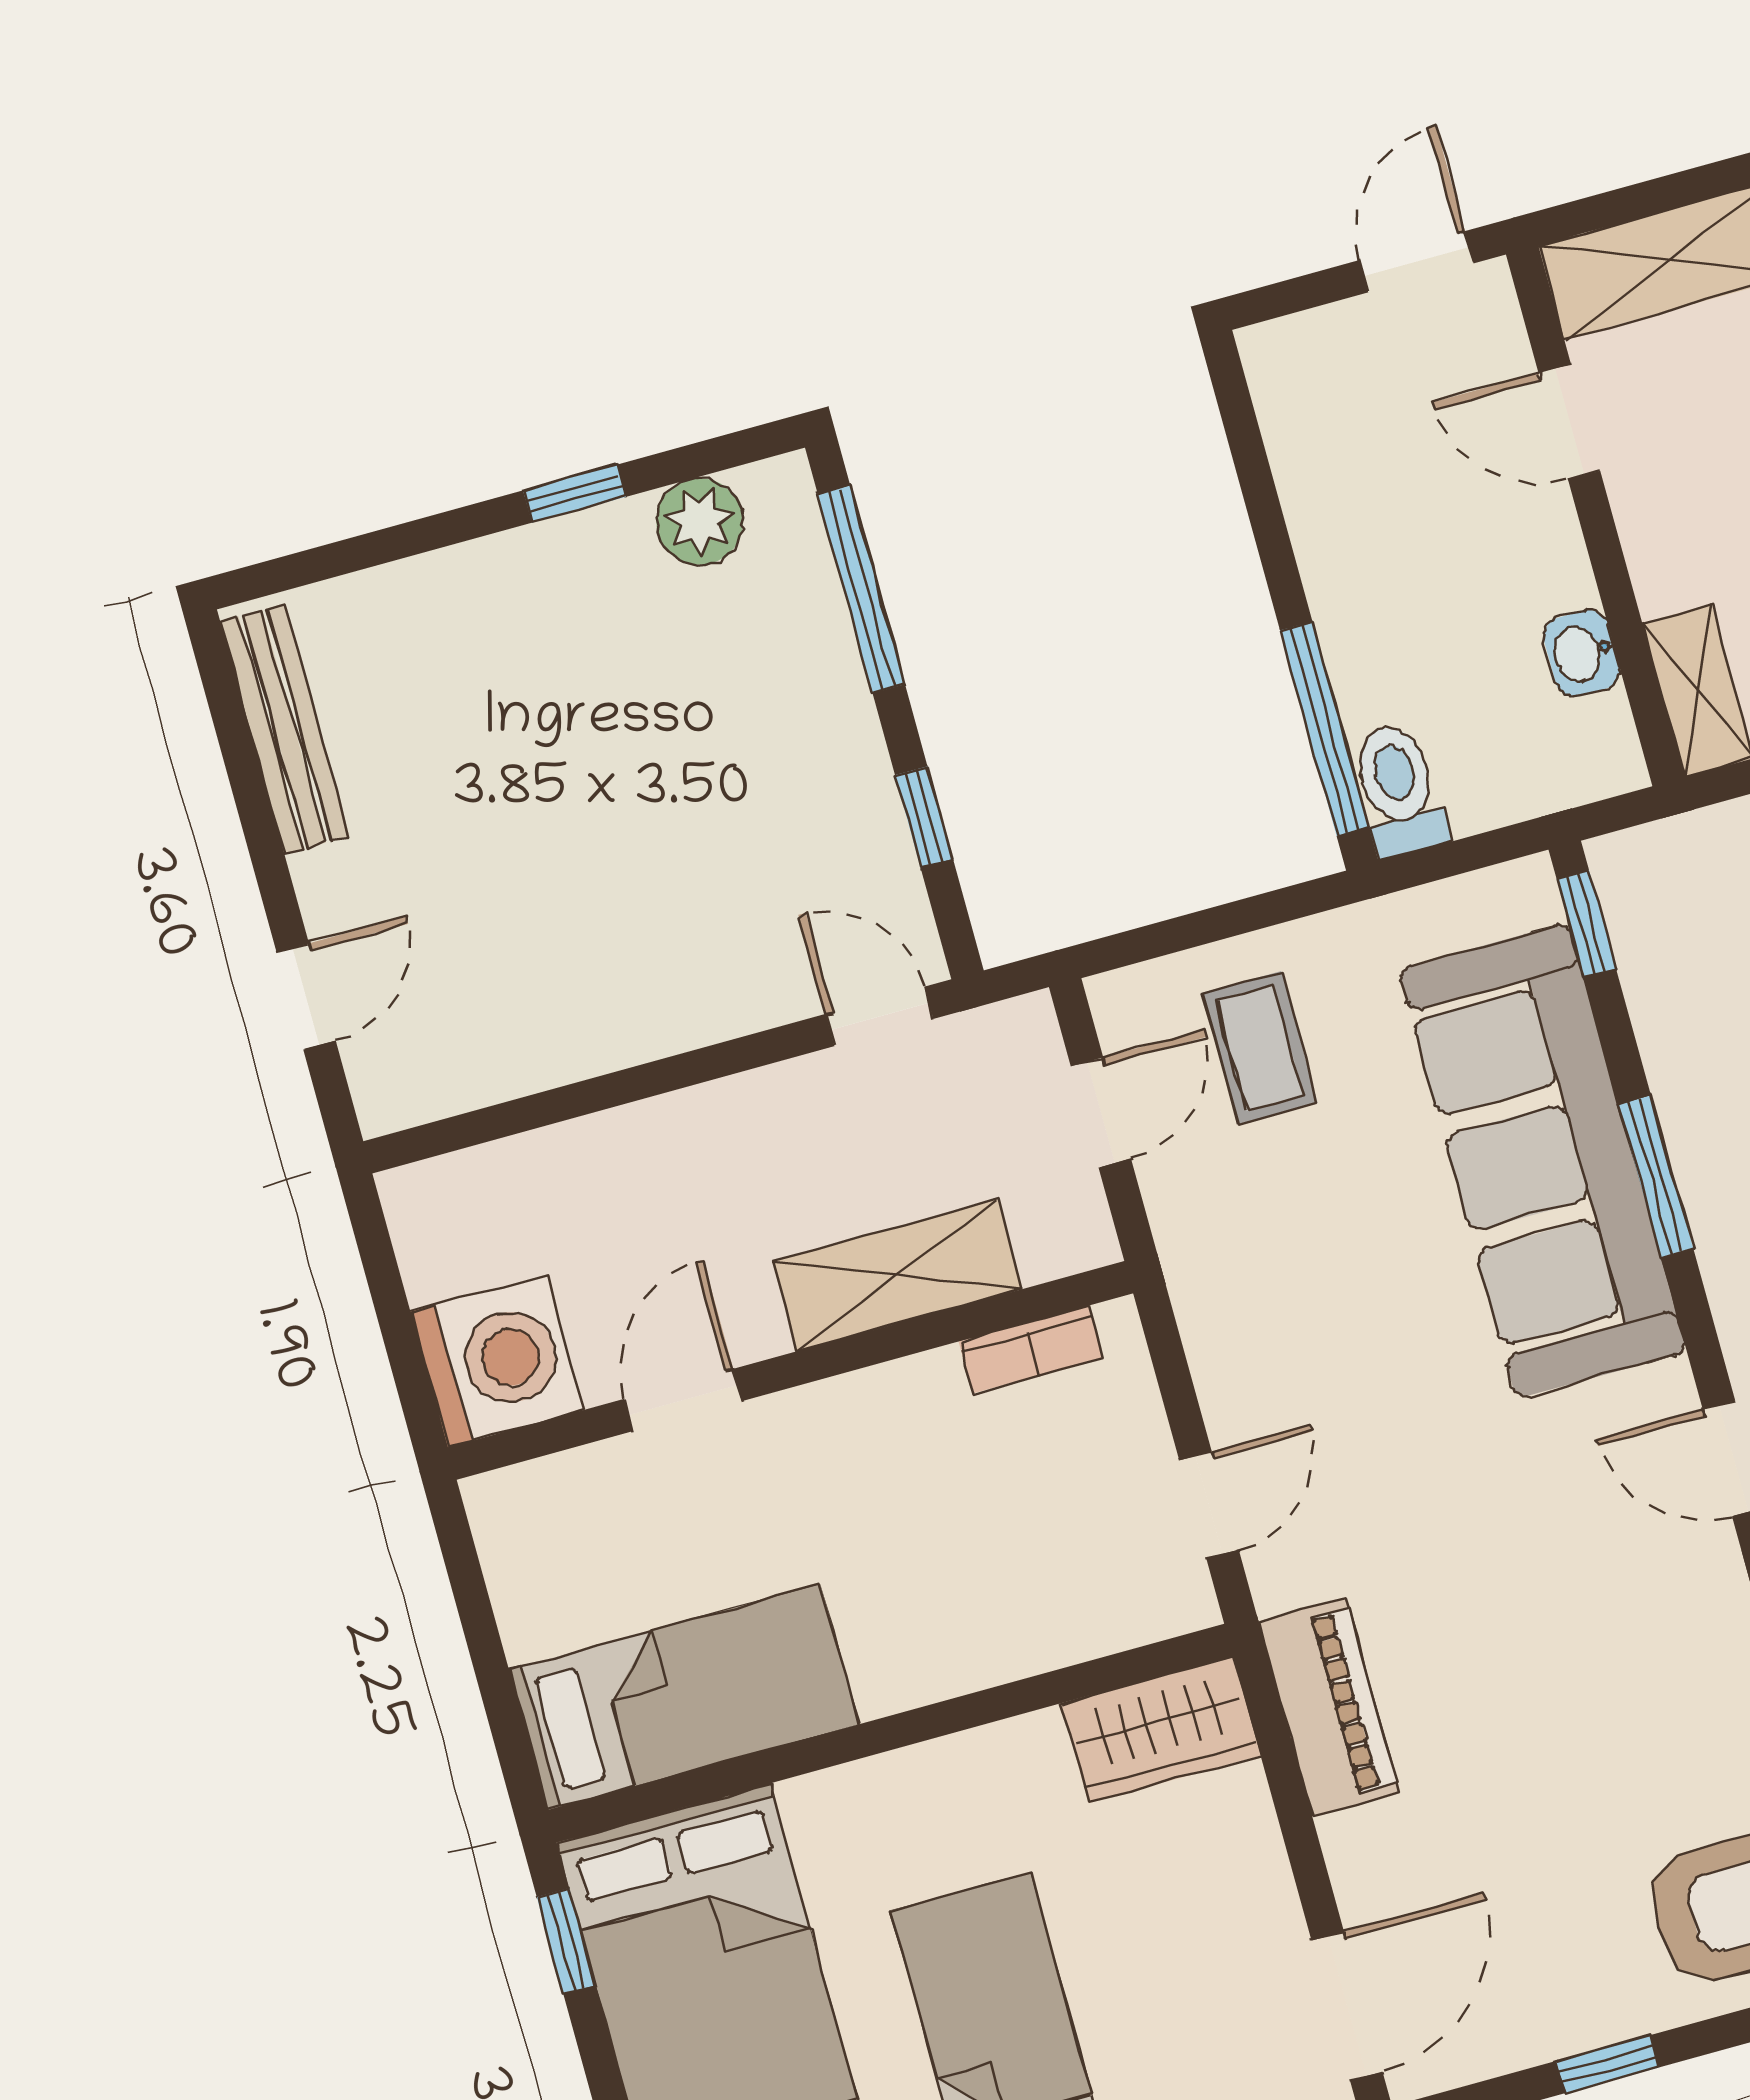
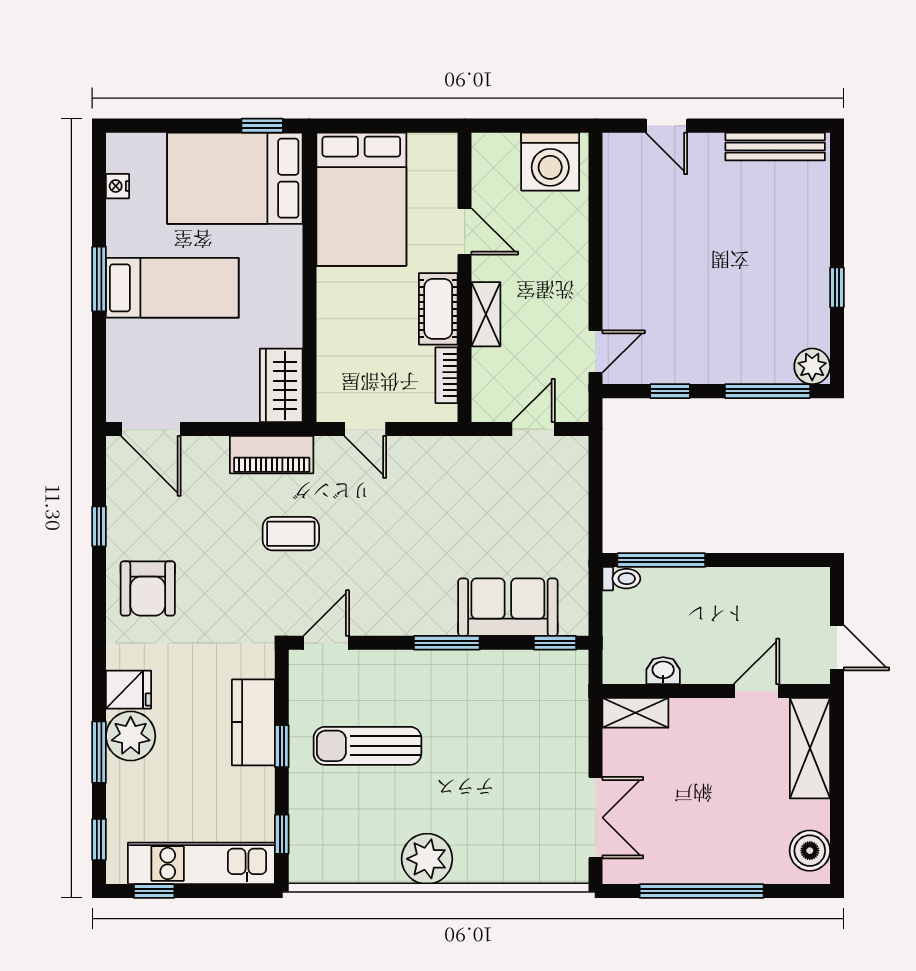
plant: (700, 522) -> (812, 366), moved
toilet: (1399, 790) -> (621, 579), width x0.73, depth x0.72
coffee table: (1260, 1048) -> (291, 534), moved
door: (1101, 1112) -> (533, 429), swing flipped
sofa: (1542, 1161) -> (508, 607), width x0.54, depth x0.79
shelving: (897, 1275) -> (486, 314), width x0.67, depth x0.75
washing machine: (497, 1361) -> (550, 162), moved
cot: (881, 1412) -> (438, 309), added
bed: (684, 1697) -> (361, 199), width x1.50

